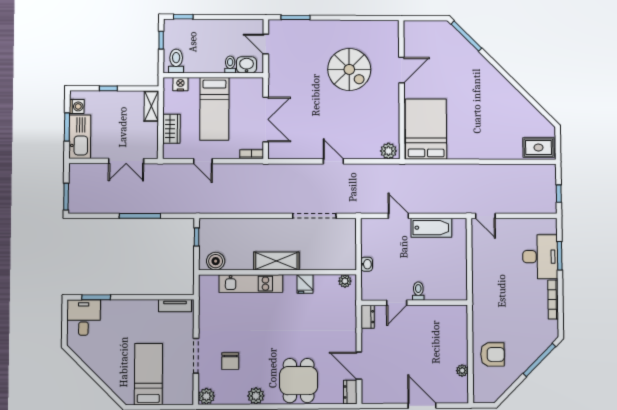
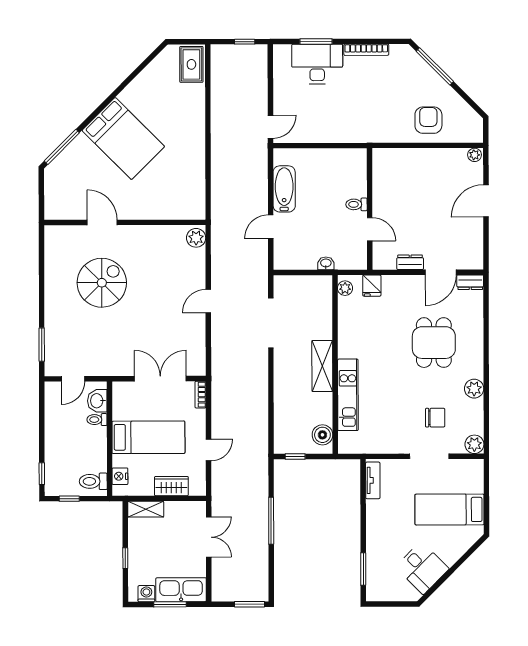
bed: (426, 129) -> (123, 138), moved, turned -135
fridge: (305, 284) -> (372, 286), moved, turned 90
dresser: (368, 317) -> (410, 262), moved
desk: (84, 318) -> (422, 568), moved, turned -135
plant: (462, 371) -> (475, 155), moved
dining table: (299, 381) -> (434, 343), moved, turned 90

